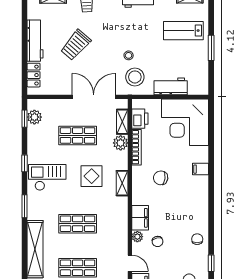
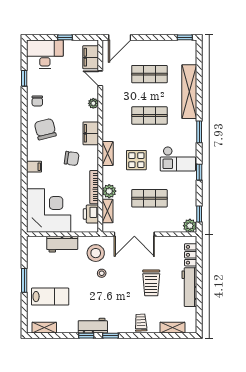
trolley: (76, 45) -> (151, 283), turned 139
plant: (34, 117) -> (190, 226), moved
filing cabinet: (140, 218) -> (91, 133), moved
chair: (158, 241) -> (45, 129), moved, width x1.87, depth x1.87

